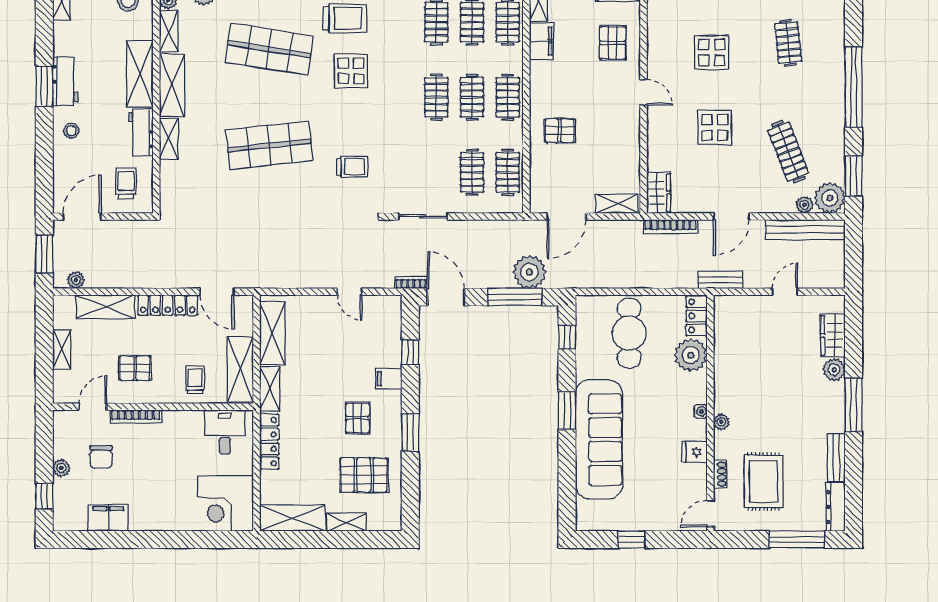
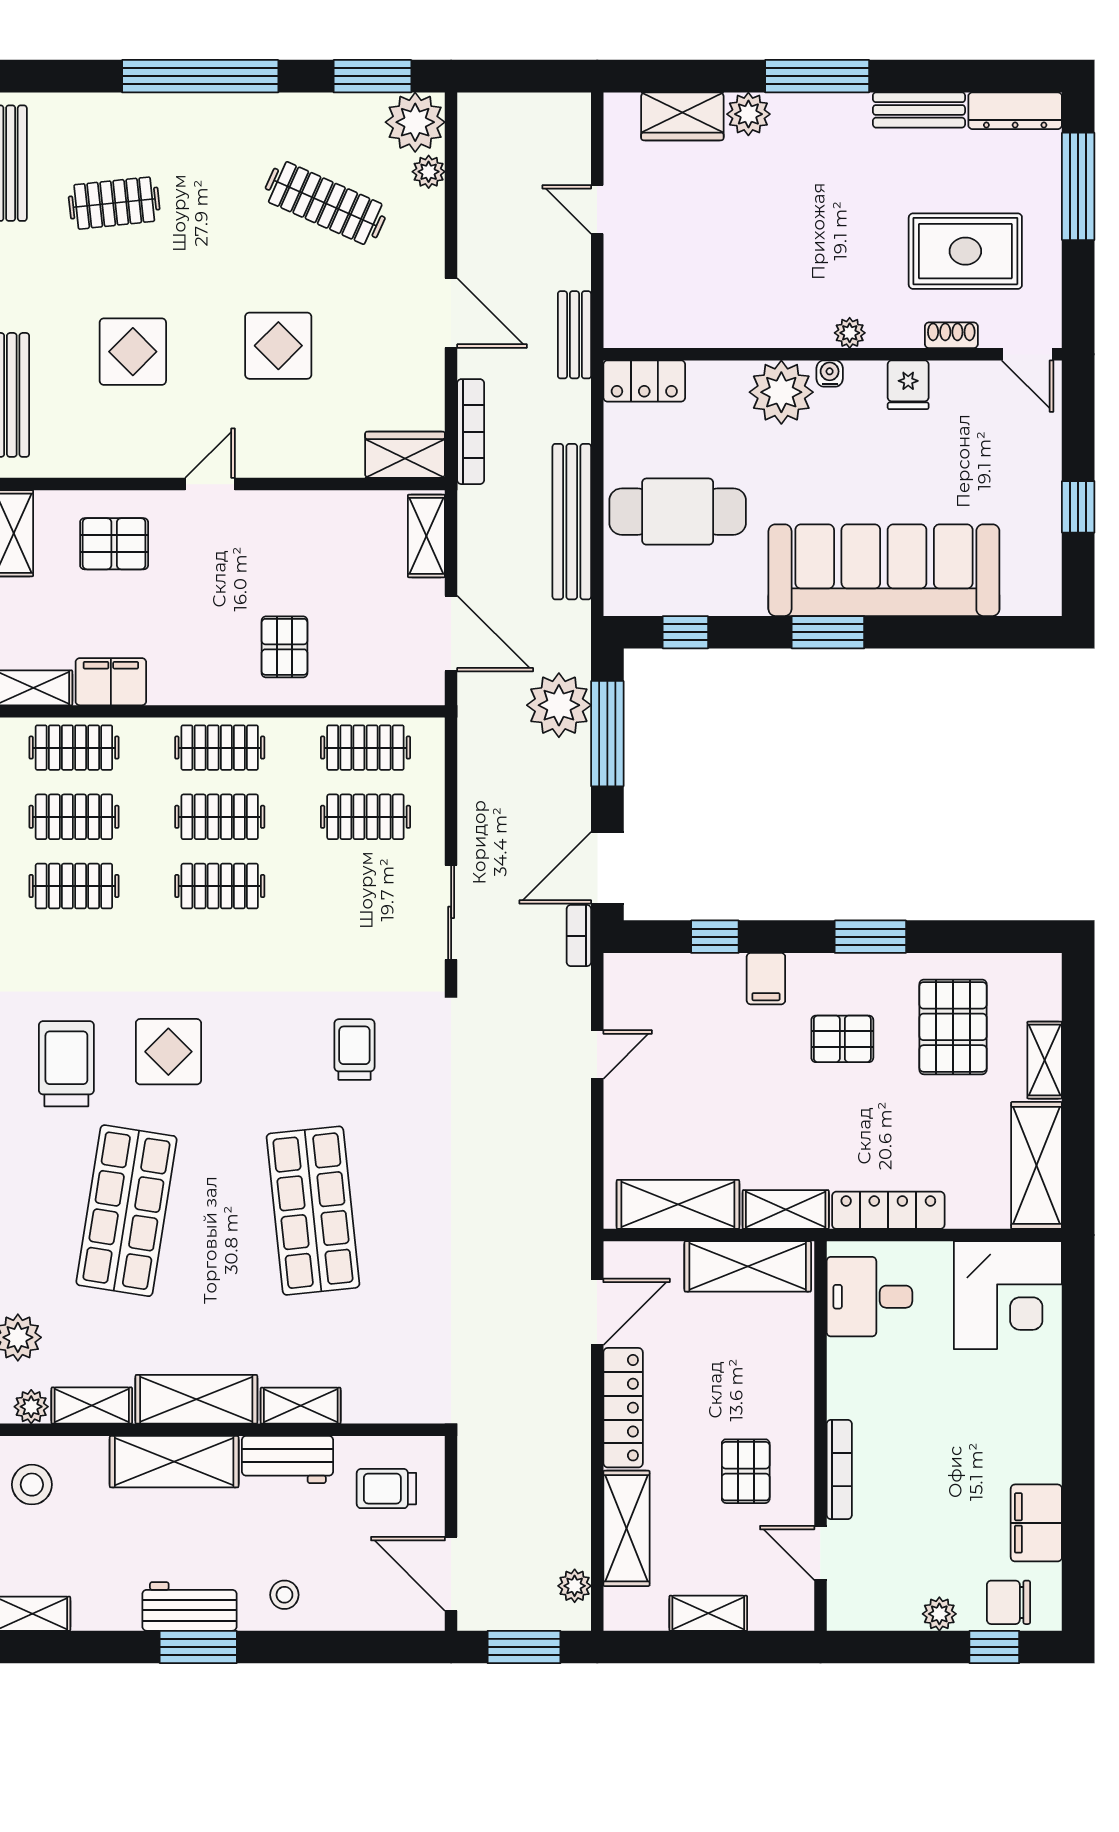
clothes rail: (788, 152) -> (325, 203), turned 45
bench: (805, 230) -> (572, 522), moved
plant: (691, 355) -> (781, 392), moved
trolley: (195, 380) -> (768, 1354), removed
chair: (101, 457) -> (1009, 1602), moved, turned 180

